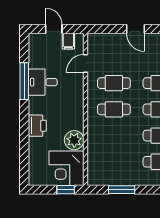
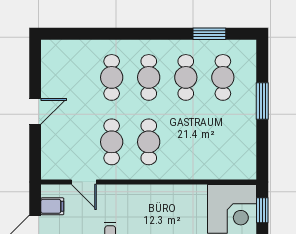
plant: (74, 140) -> (192, 198), removed
window: (122, 190) -> (262, 101), moved

